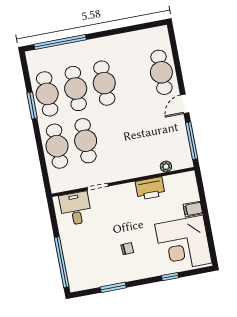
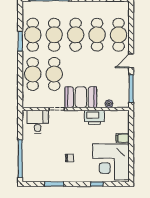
cafe table: (133, 78) -> (97, 35), added
booth: (127, 165) -> (81, 97), added

